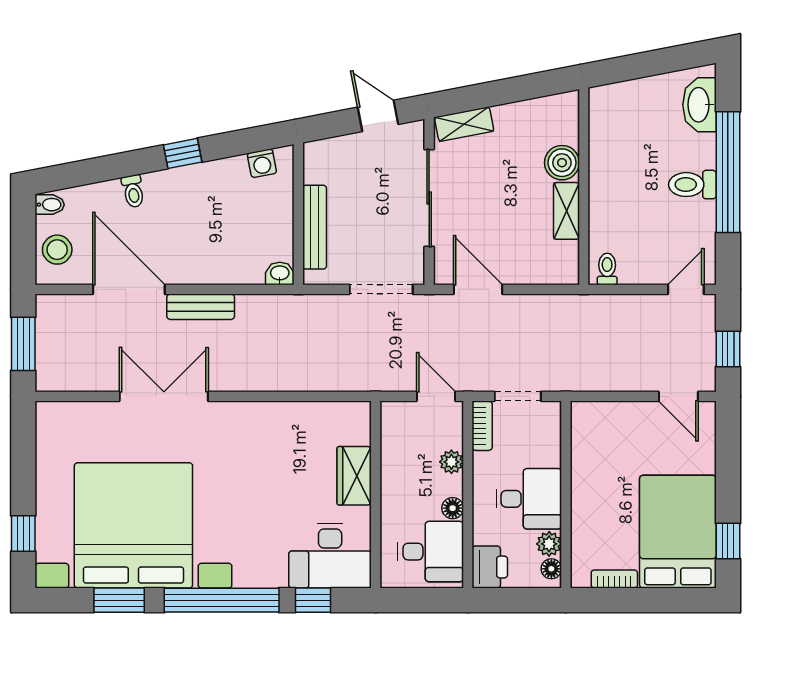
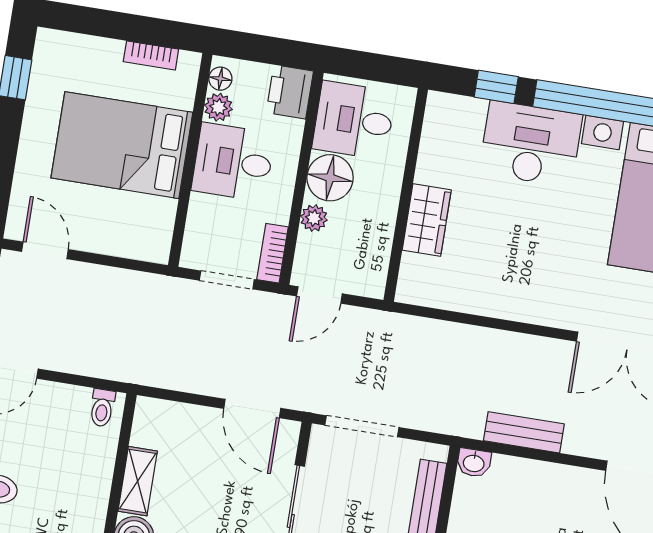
bench: (201, 307) -> (524, 432), moved
door: (436, 396) -> (319, 295), hinge flipped
floor lamp: (453, 508) -> (330, 178), width x1.89, depth x1.89
bed: (678, 532) -> (122, 145), moved, turned 90
desk: (330, 556) -> (531, 144), moved

